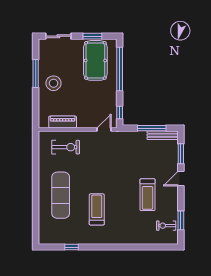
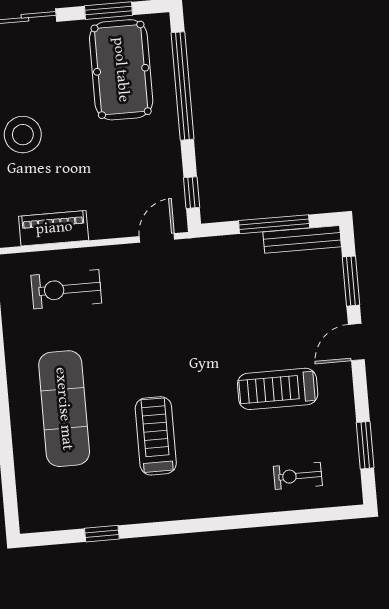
exercise bike: (66, 147) -> (66, 289), turned 180
treadmill: (147, 195) -> (278, 389), turned 90
exercise bike: (166, 226) -> (298, 476), moved

